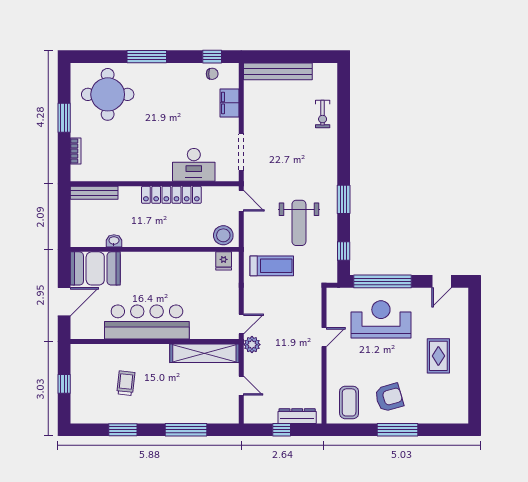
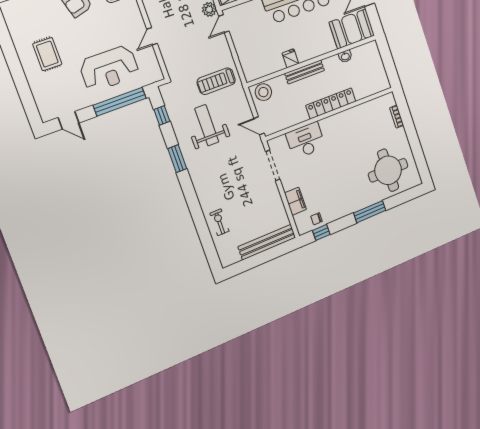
window: (64, 118) -> (413, 139), removed
bench: (94, 193) -> (305, 72), moved
locker: (171, 195) -> (331, 103), moved
fridge: (224, 261) -> (290, 58), moved
door: (442, 281) -> (69, 120), swing flipped

